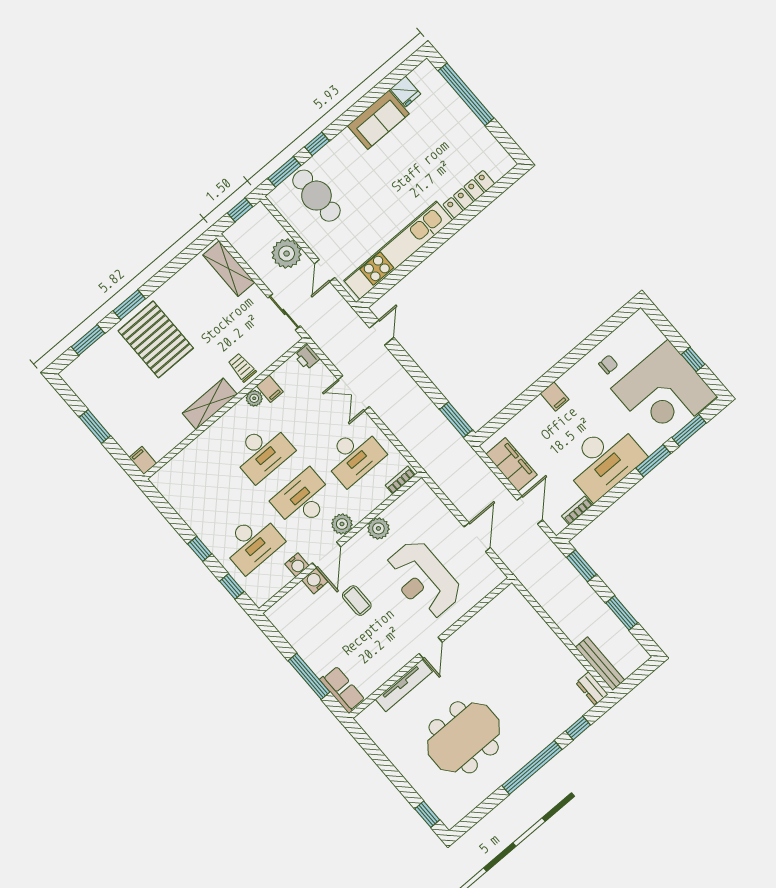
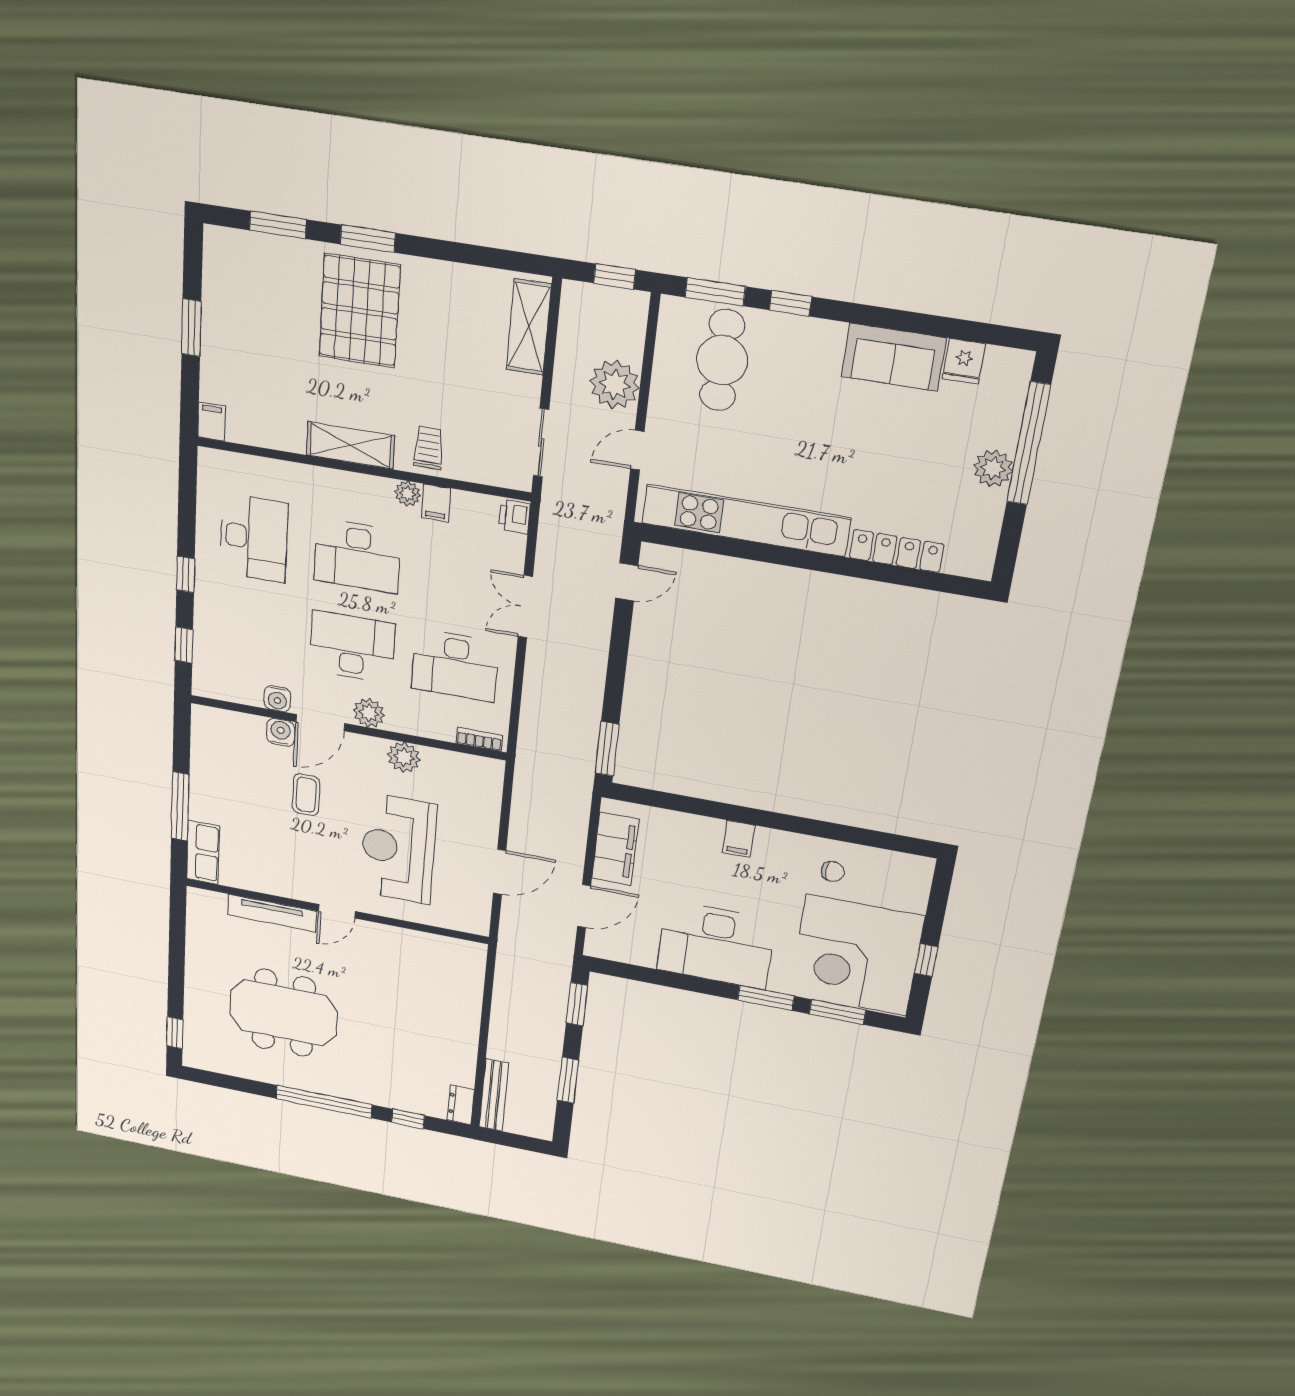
plant: (465, 119) -> (993, 468), added
bookcase: (577, 510) -> (632, 957), removed
desk: (252, 543) -> (254, 538), moved, turned -90

